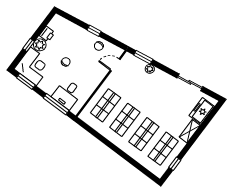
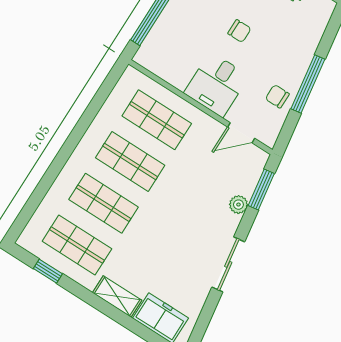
window: (94, 31) -> (308, 84), width x2.17
door: (115, 65) -> (241, 133), swing flipped
sliding door: (190, 82) -> (228, 264), moved
desk: (67, 94) -> (217, 84), moved, turned -90

